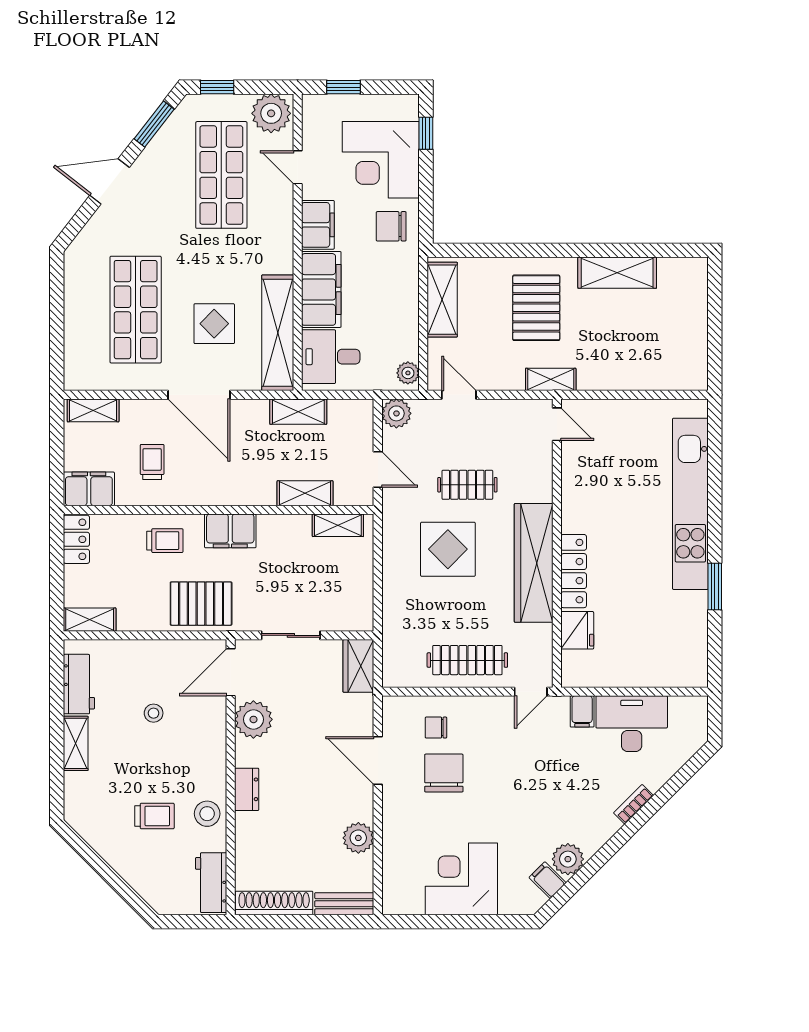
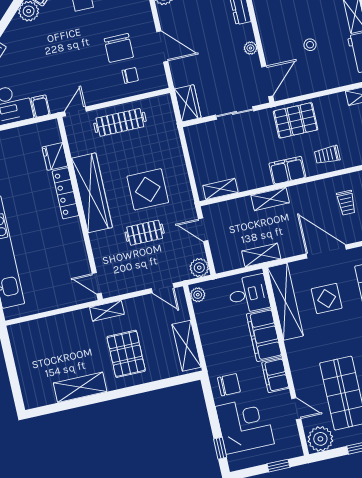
shelving: (305, 493) -> (270, 199), moved
plant: (253, 719) -> (250, 48), width x0.53, depth x0.53

